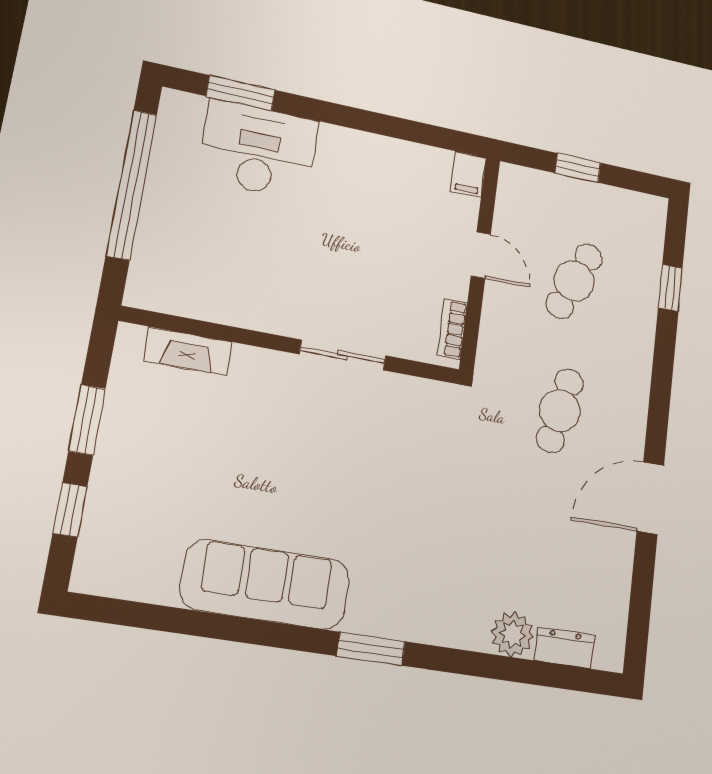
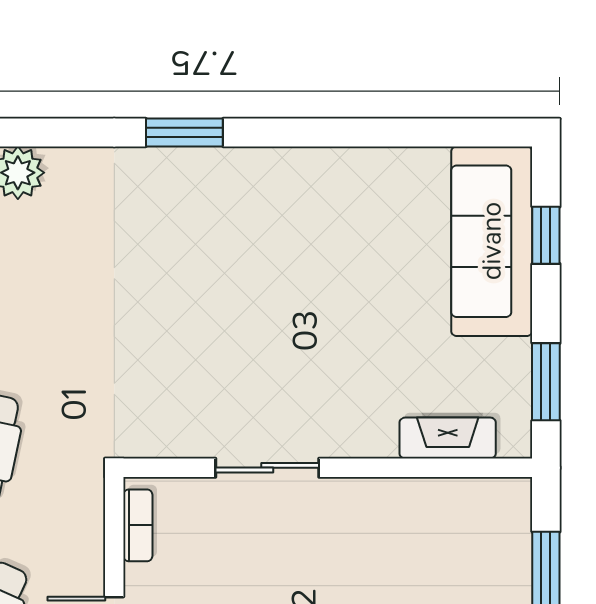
window: (87, 420) -> (546, 382), moved
sofa: (265, 584) -> (492, 241), moved, turned 90

